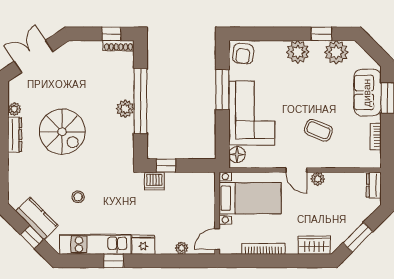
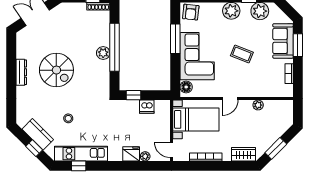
plant: (14, 109) -> (21, 53), removed
coffee table: (318, 130) -> (242, 54), moved
door: (296, 170) -> (230, 99), hinge flipped
plant: (318, 179) -> (258, 105), moved
dishwasher: (154, 181) -> (147, 107), moved
dresser: (374, 185) -> (288, 110), removed
door: (217, 239) -> (171, 150), hinge flipped
fridge: (143, 245) -> (131, 154), moved
window: (114, 261) -> (79, 166), moved

